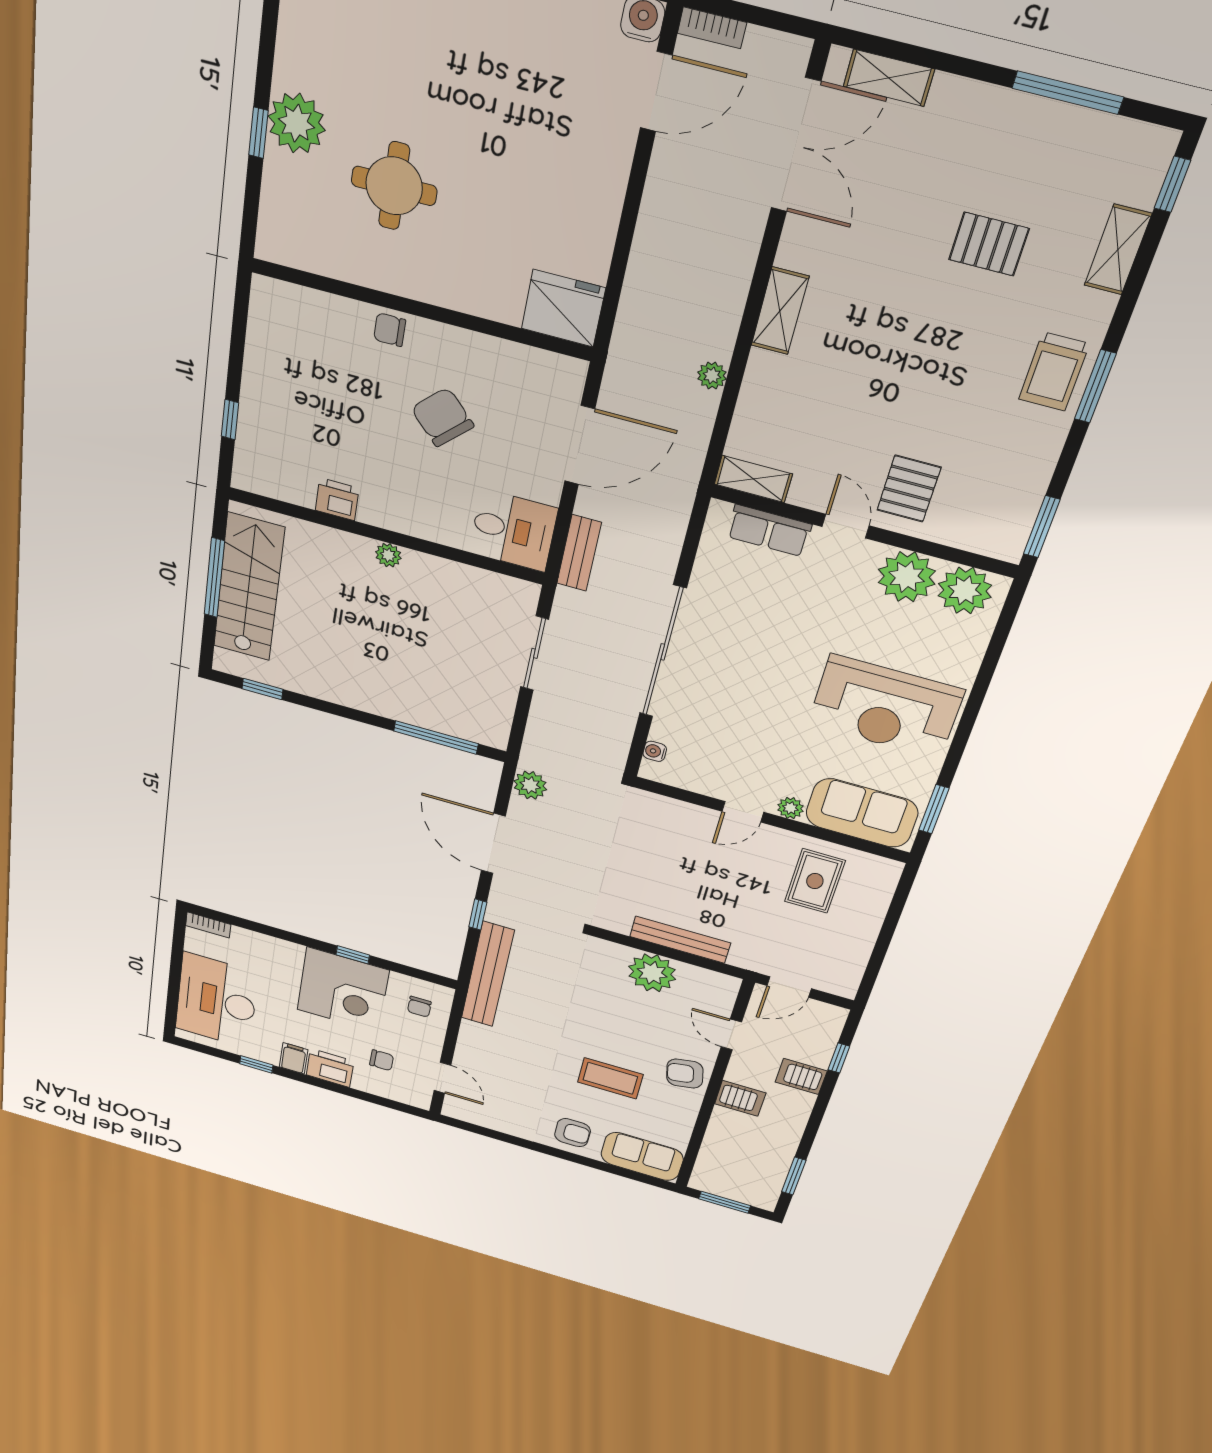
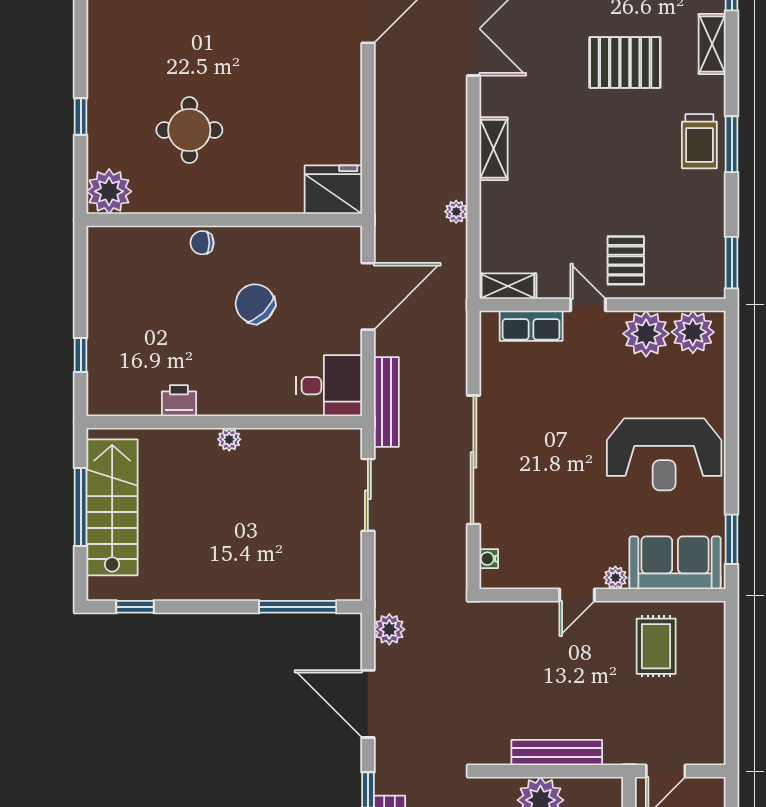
plant: (296, 123) -> (109, 191), moved
pallet: (989, 244) -> (625, 63), width x1.50, depth x1.42
bench: (579, 553) -> (386, 402), width x1.36

